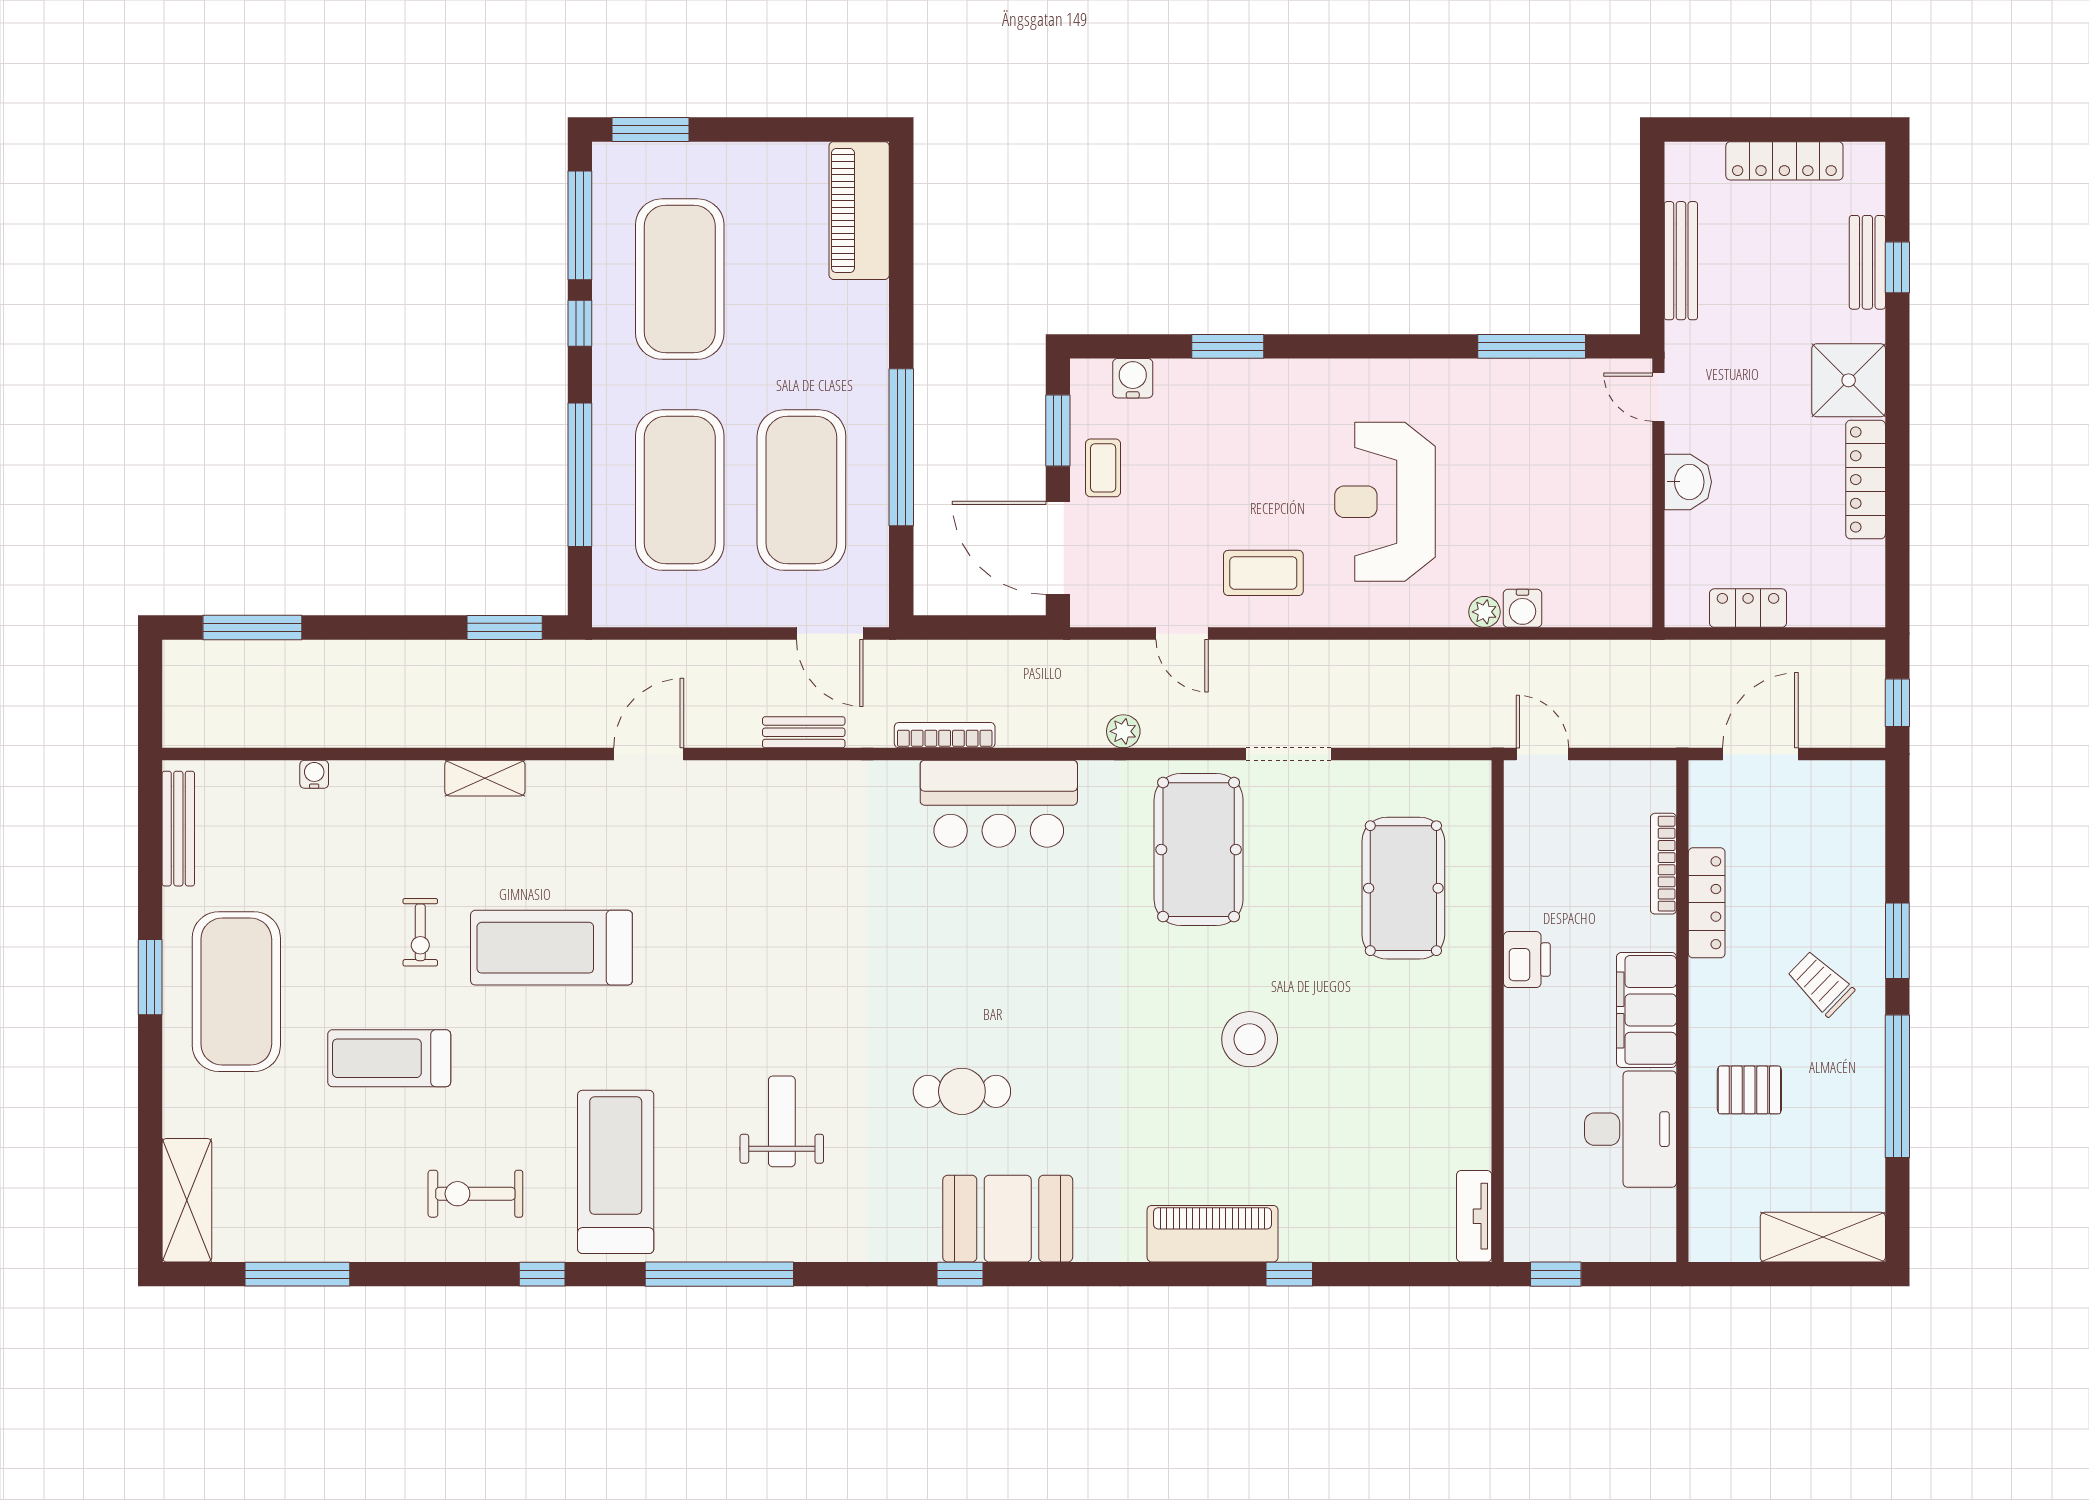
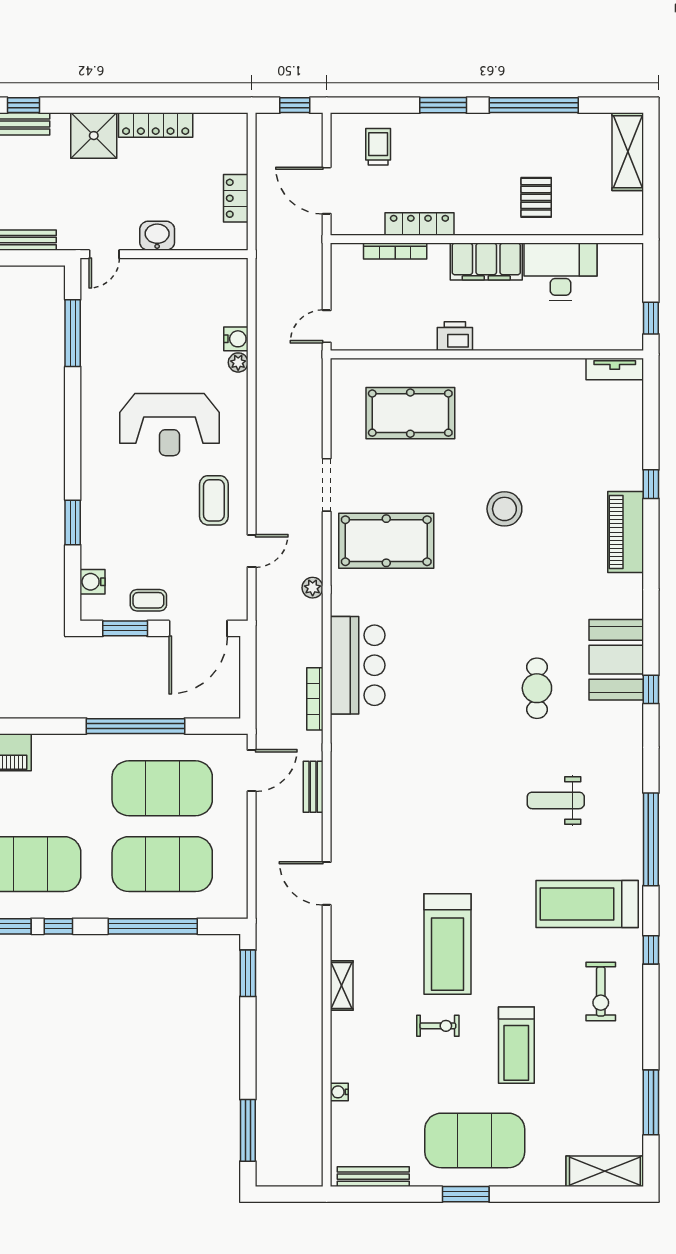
trolley: (1821, 984) -> (378, 147), moved, turned 136

